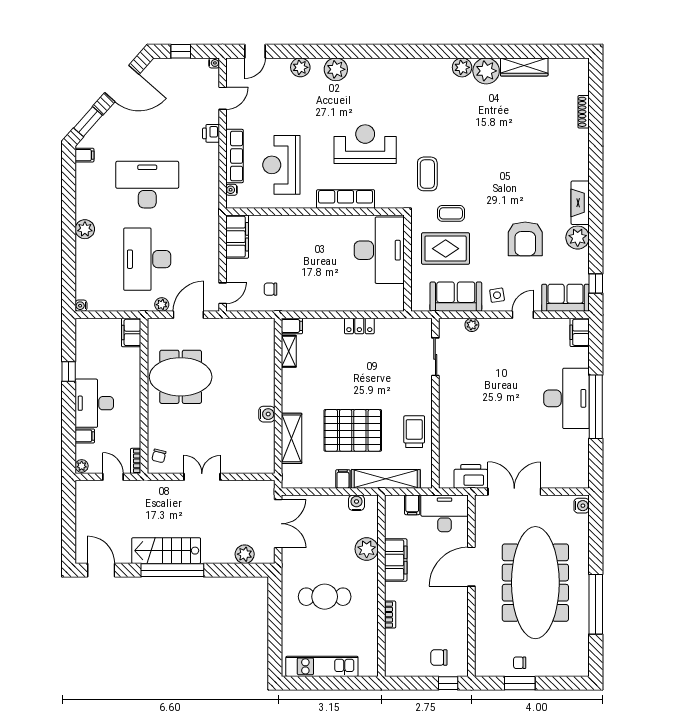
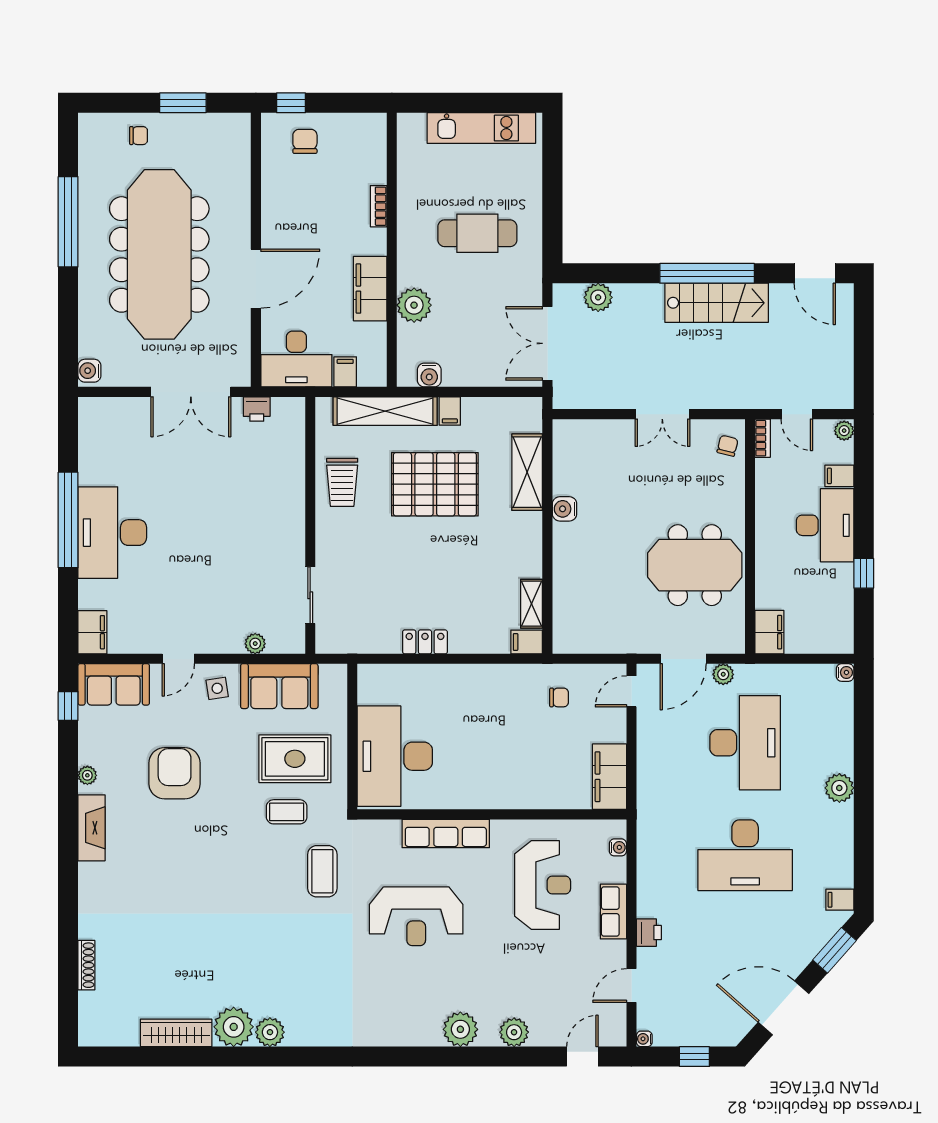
row of seats: (234, 156) -> (613, 912), width x0.68
plant: (578, 238) -> (87, 775), width x0.53, depth x0.53
printer: (471, 476) -> (257, 409), width x0.53, depth x0.68
chair: (439, 657) -> (305, 141), turned -90
chair: (520, 663) -> (139, 136), moved

